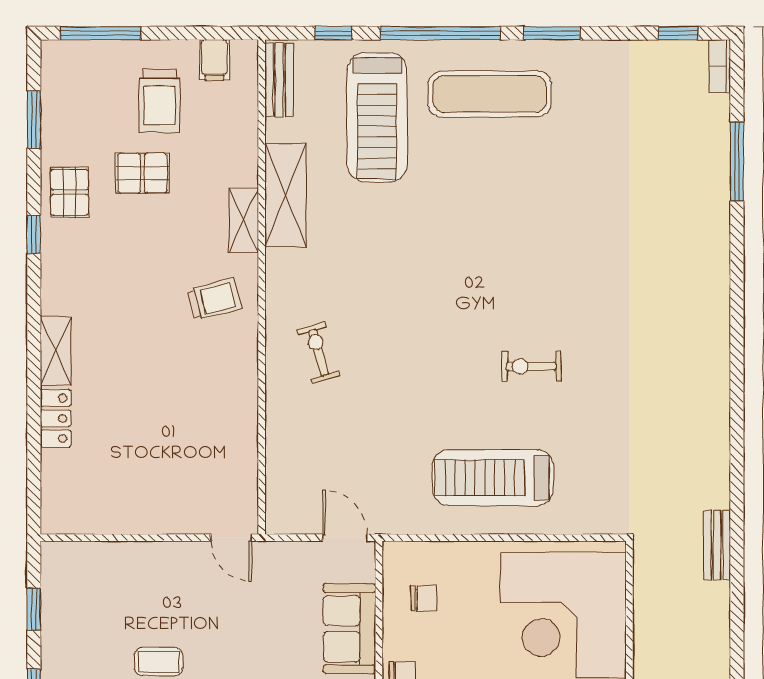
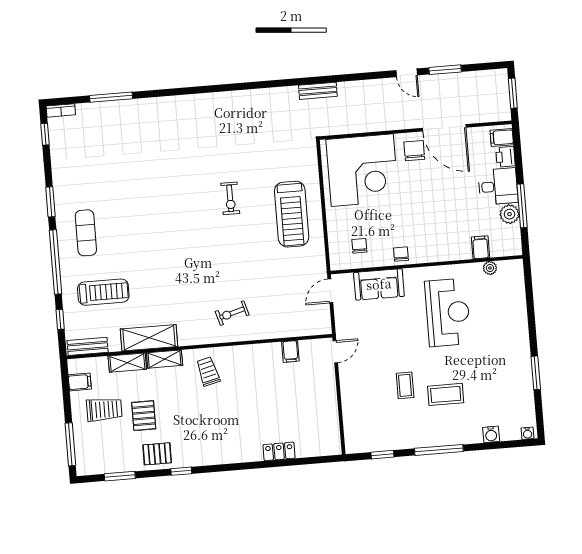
exercise mat: (490, 94) -> (86, 233), width x0.73, depth x0.69
treadmill: (377, 117) -> (103, 292), width x0.73, depth x0.73
shelving: (56, 351) -> (127, 363), moved
filing cabinet: (239, 455) -> (290, 351), added

